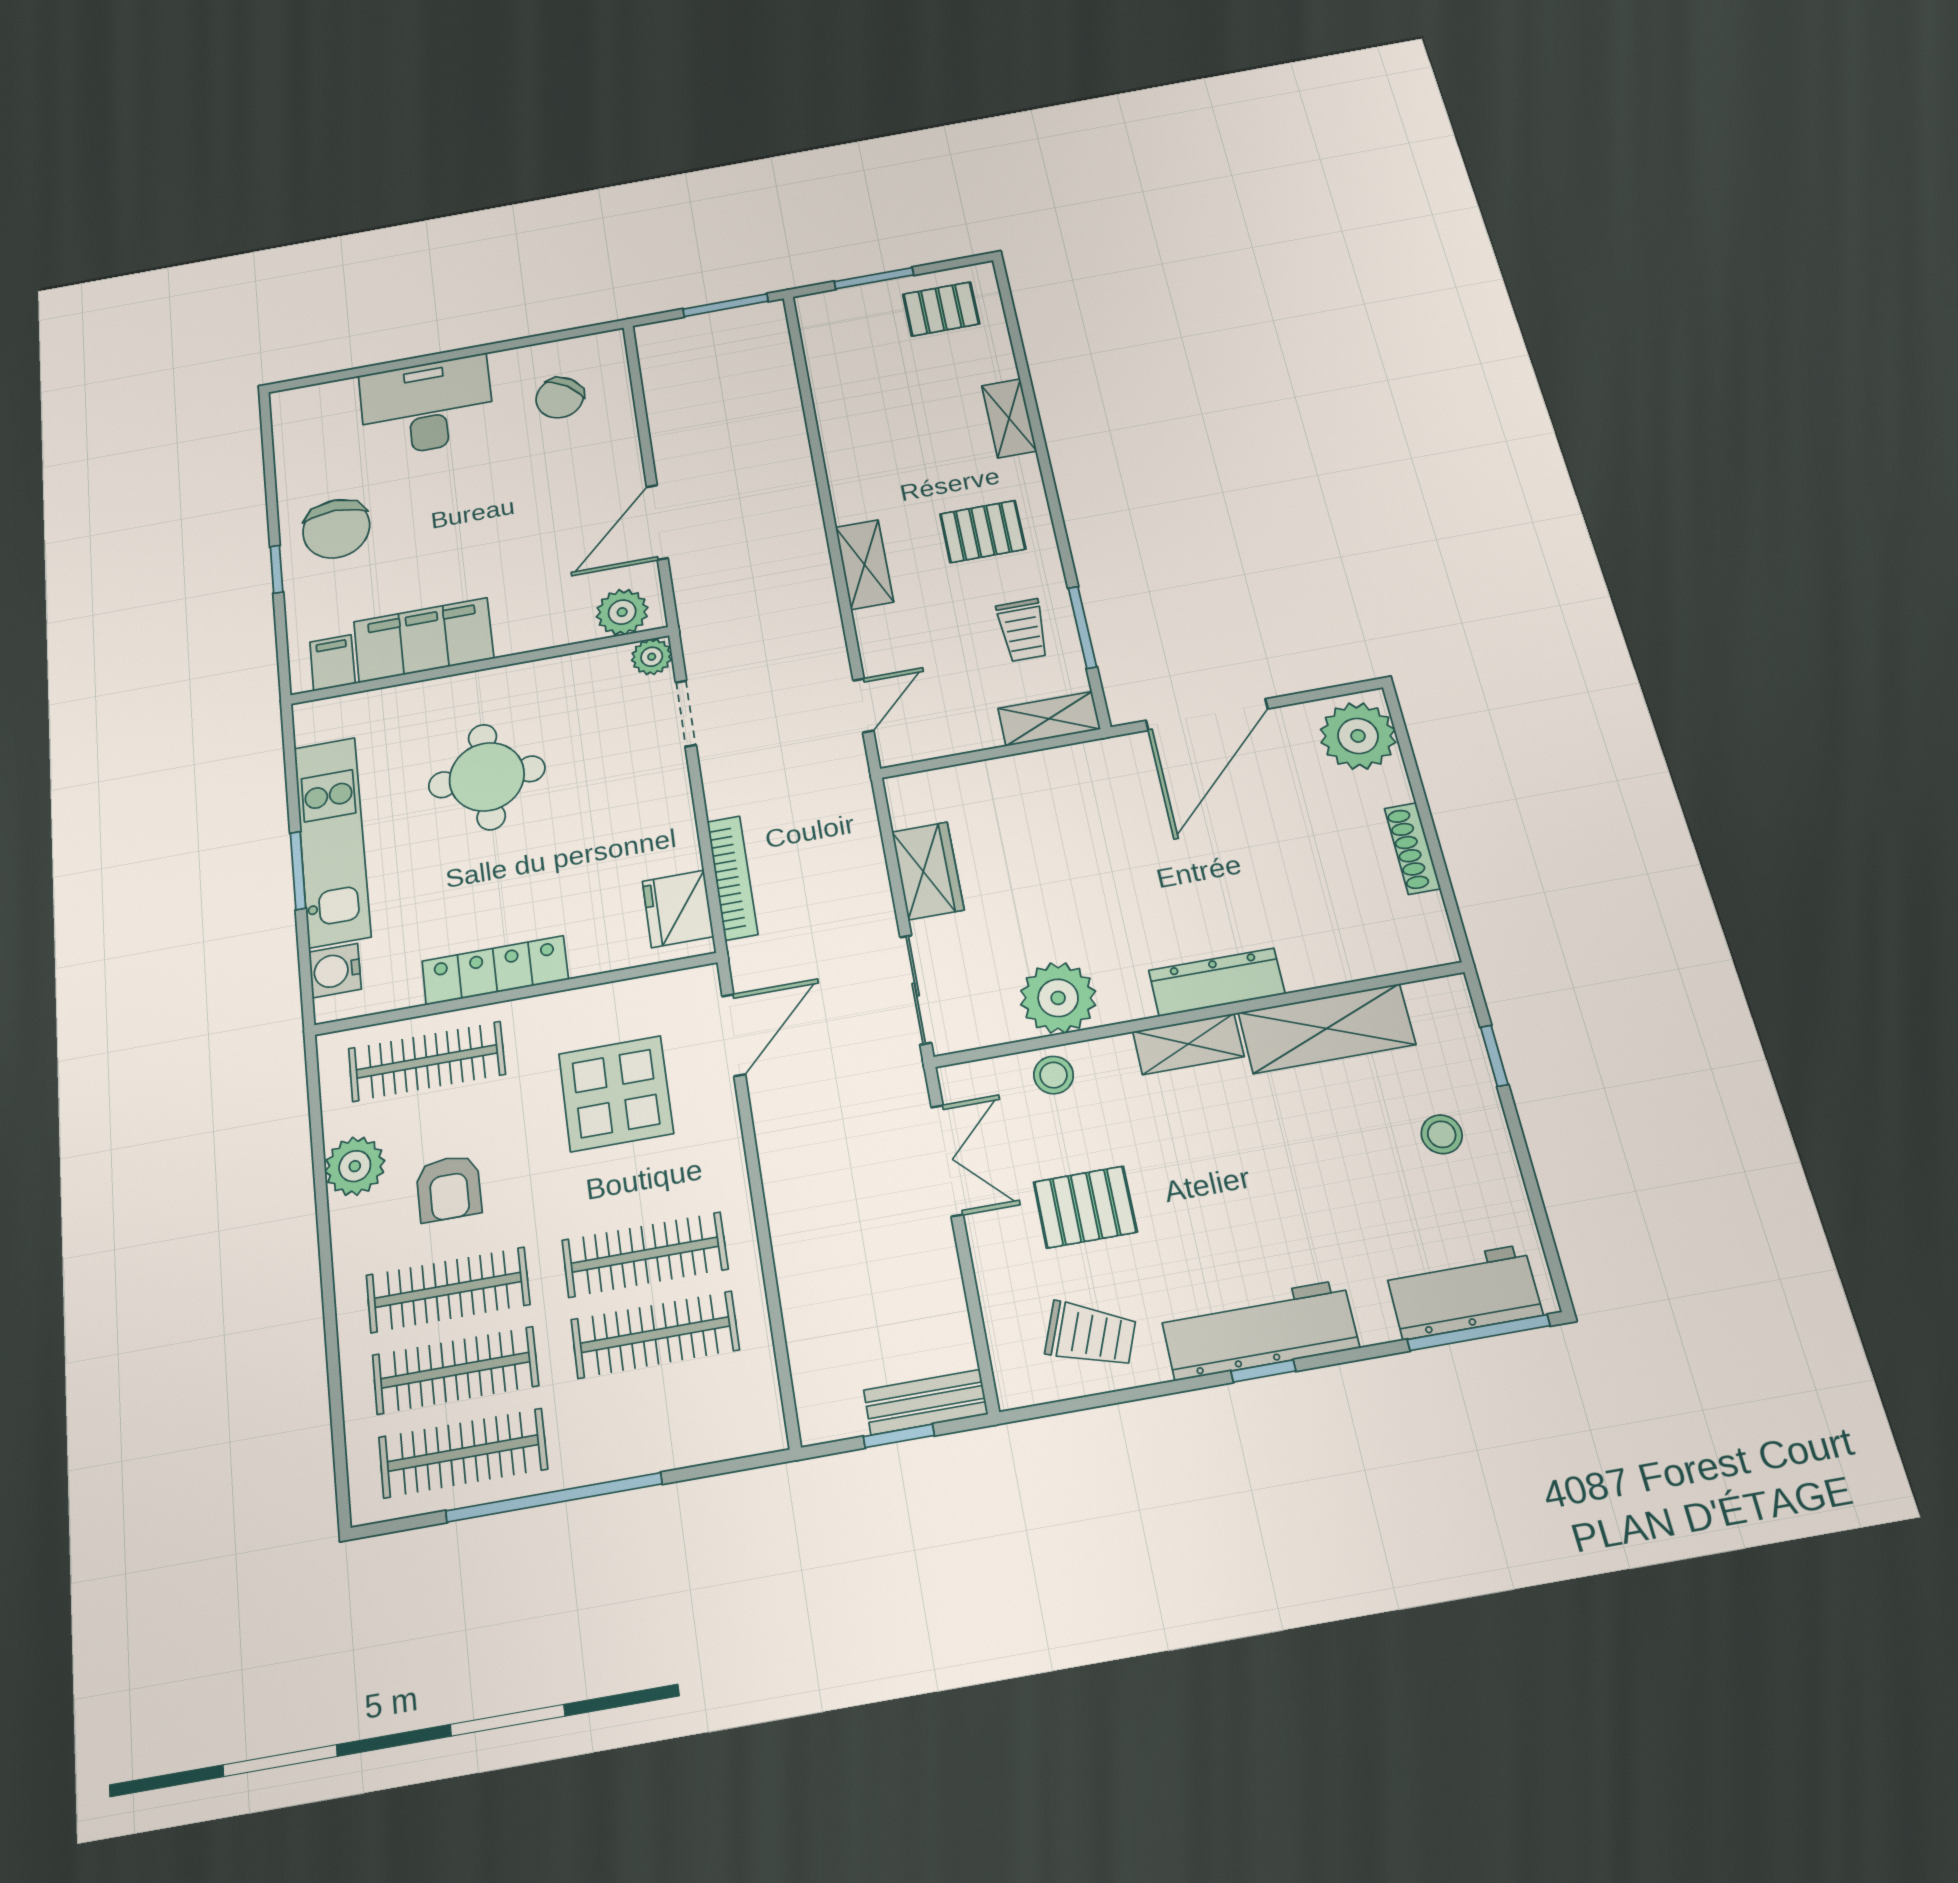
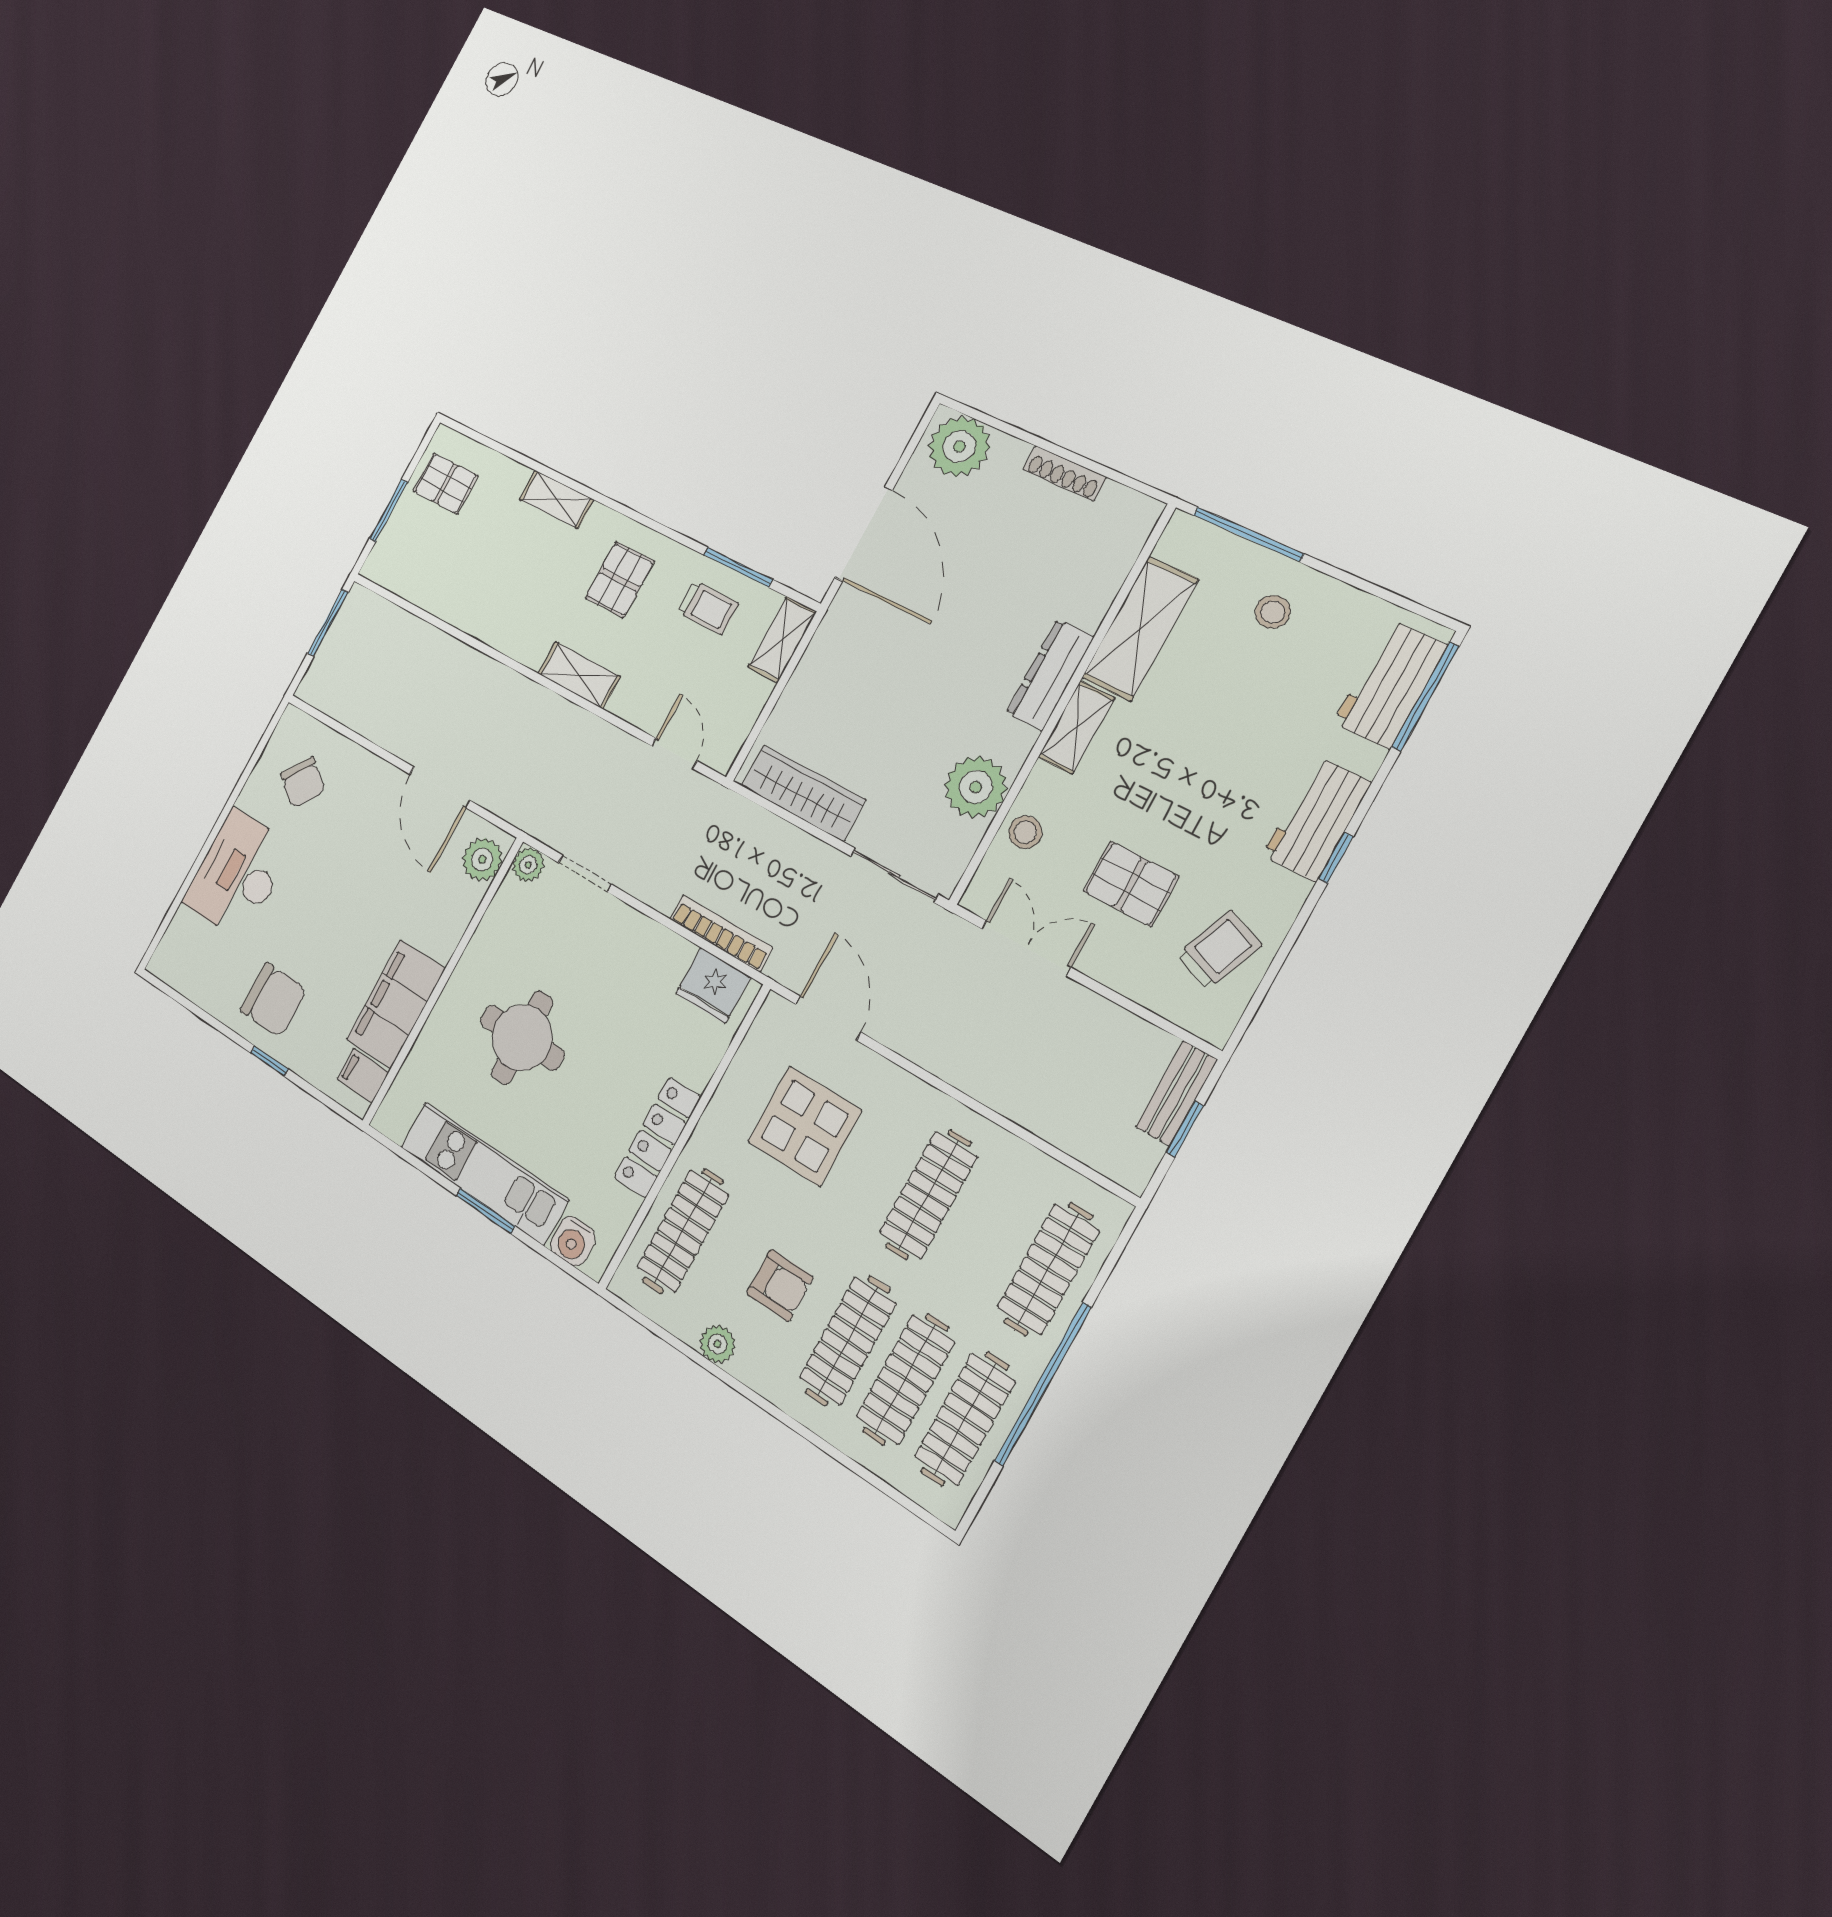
pallet: (941, 309) -> (445, 484), turned 90
wardrobe: (928, 871) -> (803, 793), width x1.50
window: (1494, 1056) -> (1248, 534), width x2.17
plant: (355, 1166) -> (718, 1344), width x0.73, depth x0.73
pallet: (1085, 1207) -> (1131, 884), turned 90
workbench: (1259, 1330) -> (1317, 819), width x0.73
clothes rail: (655, 1335) -> (1048, 1269), moved

